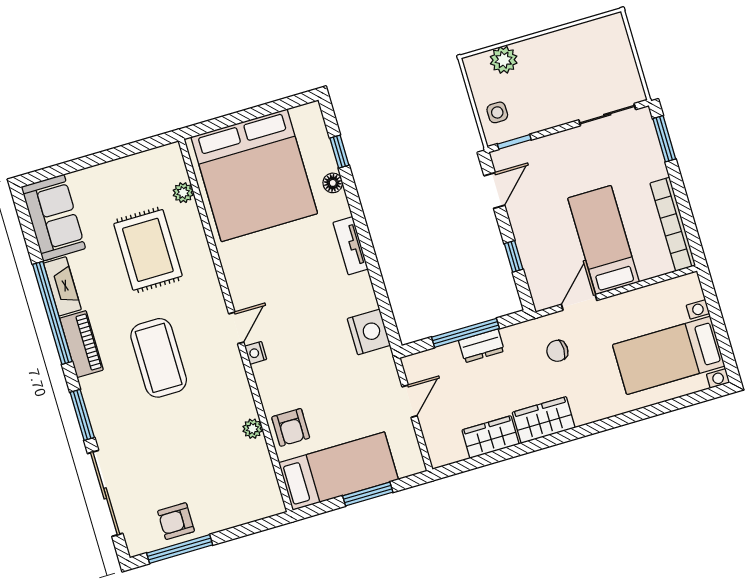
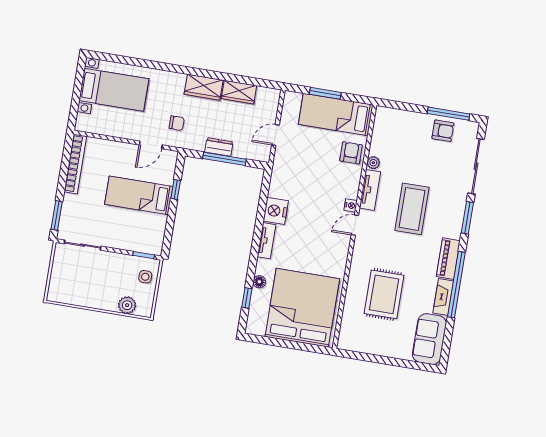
door: (494, 191) -> (169, 233), removed
plant: (183, 193) -> (348, 318), removed
bed: (604, 240) -> (139, 195), moved, turned 90
nightstand: (369, 332) -> (276, 211), moved
coffee table: (159, 358) -> (412, 209), moved
tv unit: (239, 388) -> (370, 190), added

